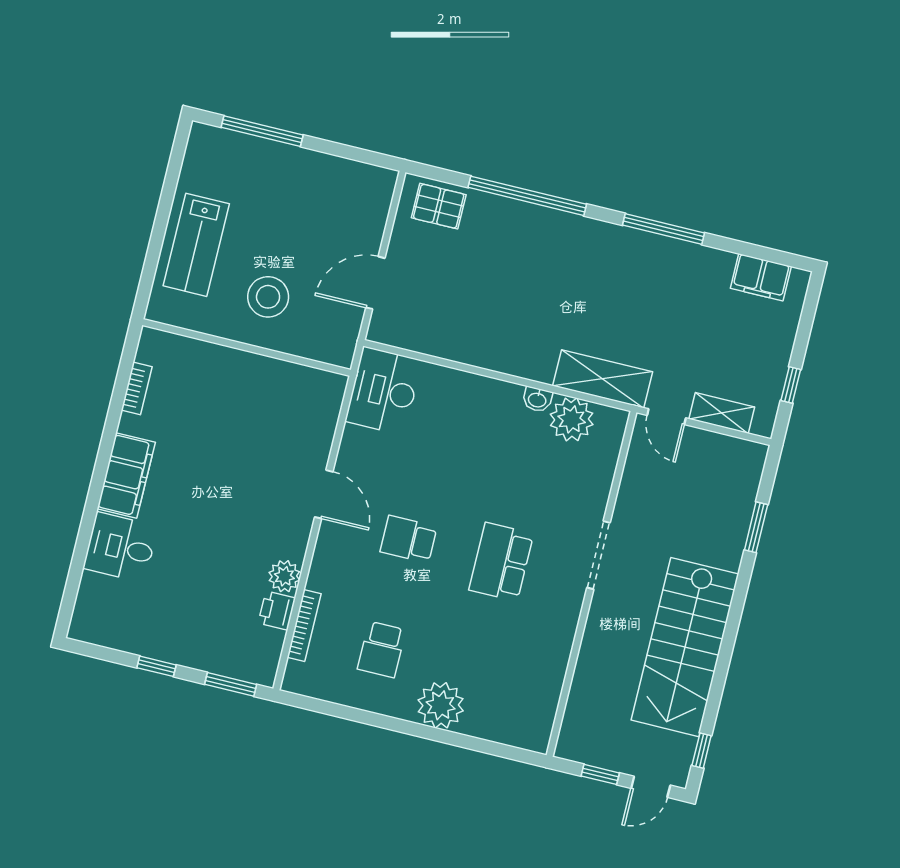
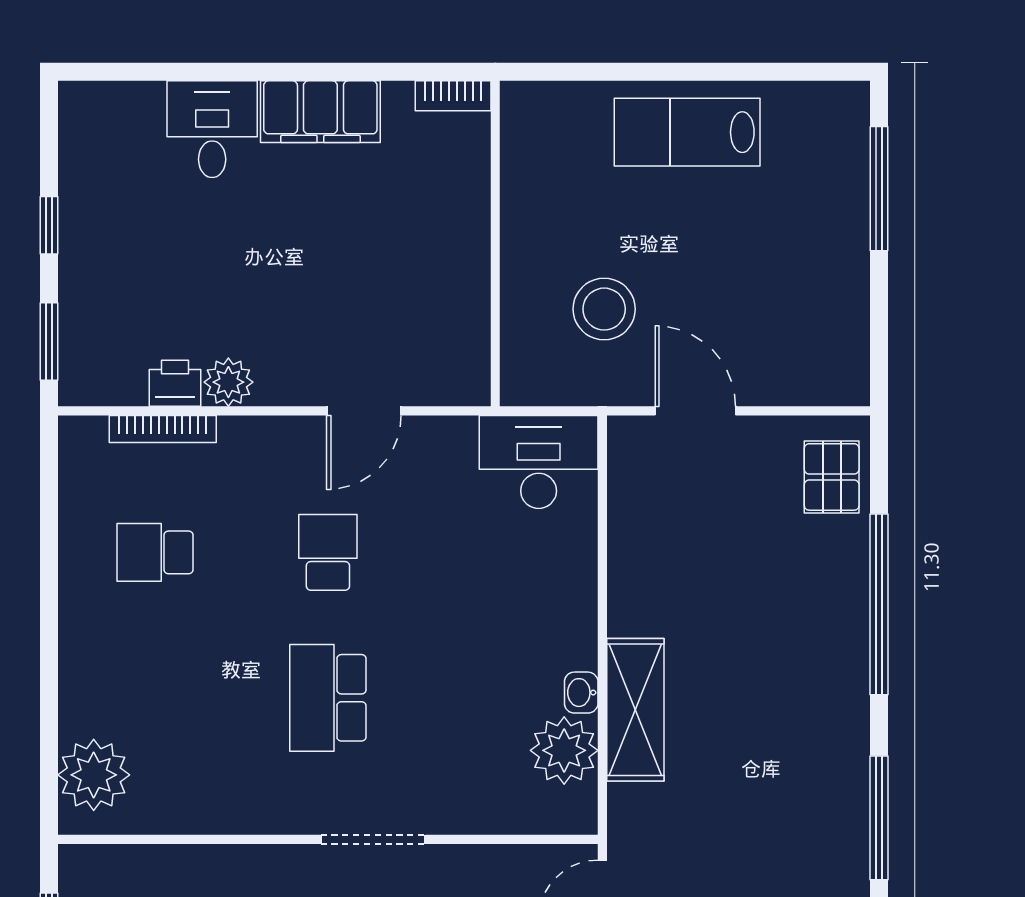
stool: (268, 297) -> (604, 309), moved
wall: (247, 347) -> (495, 244), moved
shelving: (603, 379) -> (635, 710), moved
school desk: (501, 562) -> (328, 698), turned -90
plant: (441, 705) -> (94, 775), moved

